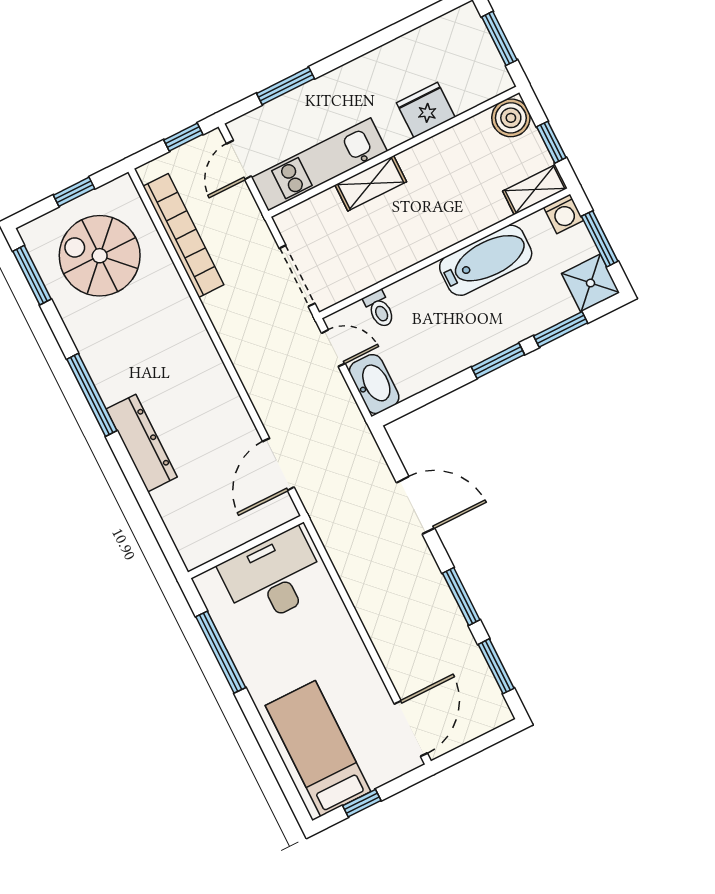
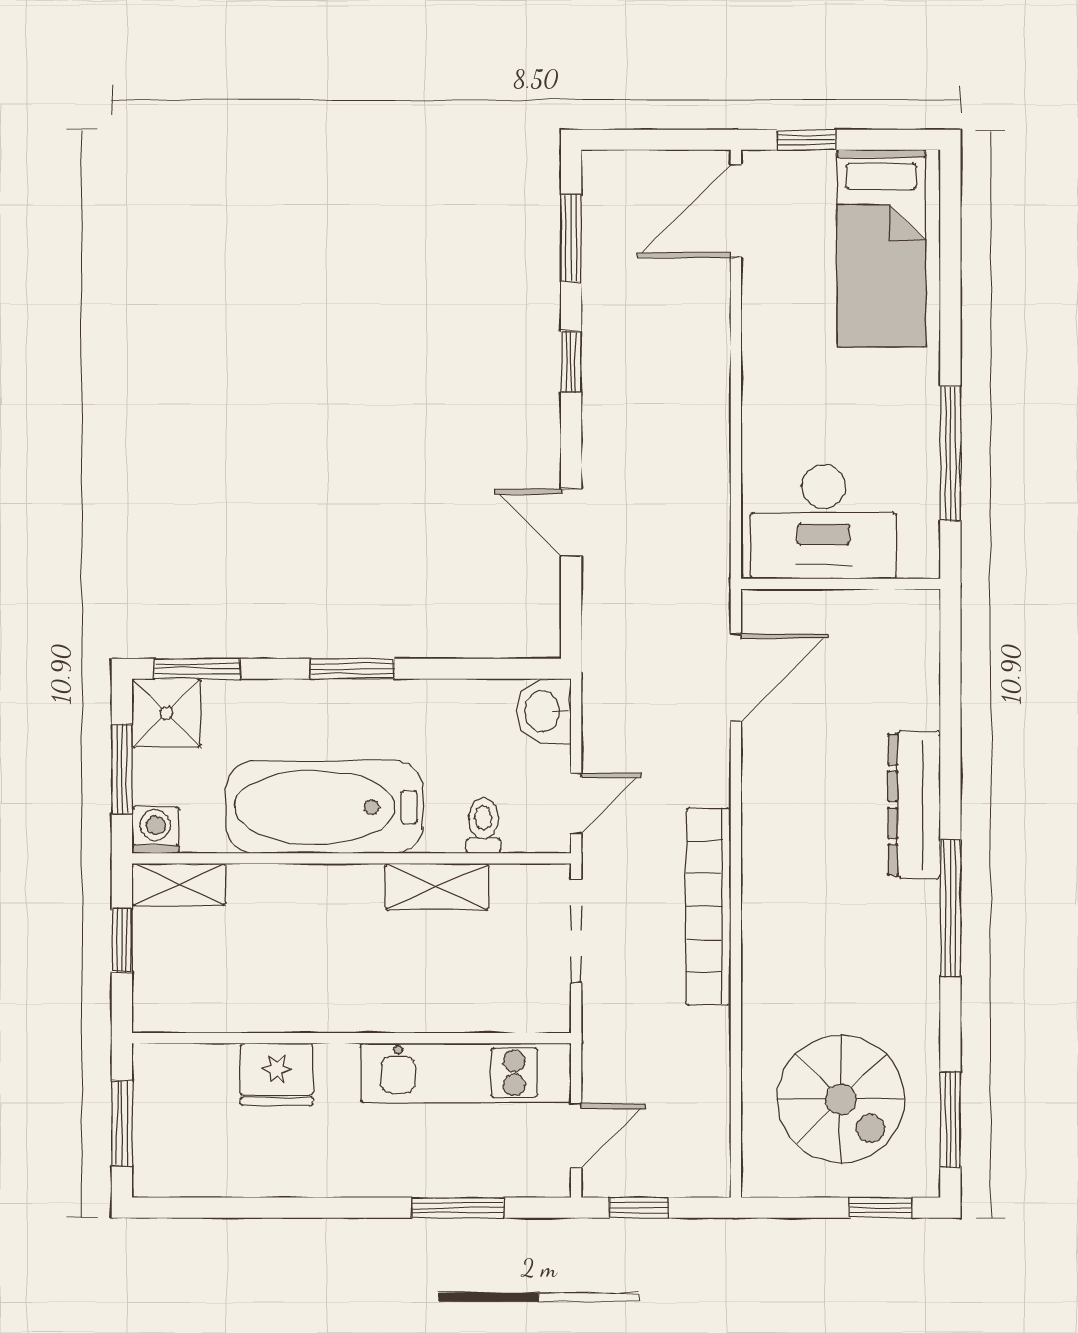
boiler: (511, 118) -> (162, 1003), removed
shelving: (371, 183) -> (437, 887), moved
window: (74, 192) -> (881, 1208), moved
bookcase: (183, 236) -> (708, 906), moved
bathtub: (486, 260) -> (325, 807), width x1.36, depth x1.36
window: (561, 329) -> (197, 669), moved
door: (333, 348) -> (576, 803), swing flipped
washbasin: (374, 384) -> (544, 711), width x0.72
door: (415, 505) -> (571, 523), width x0.73
window: (461, 596) -> (571, 362), width x0.67
window: (362, 803) -> (806, 140), moved

